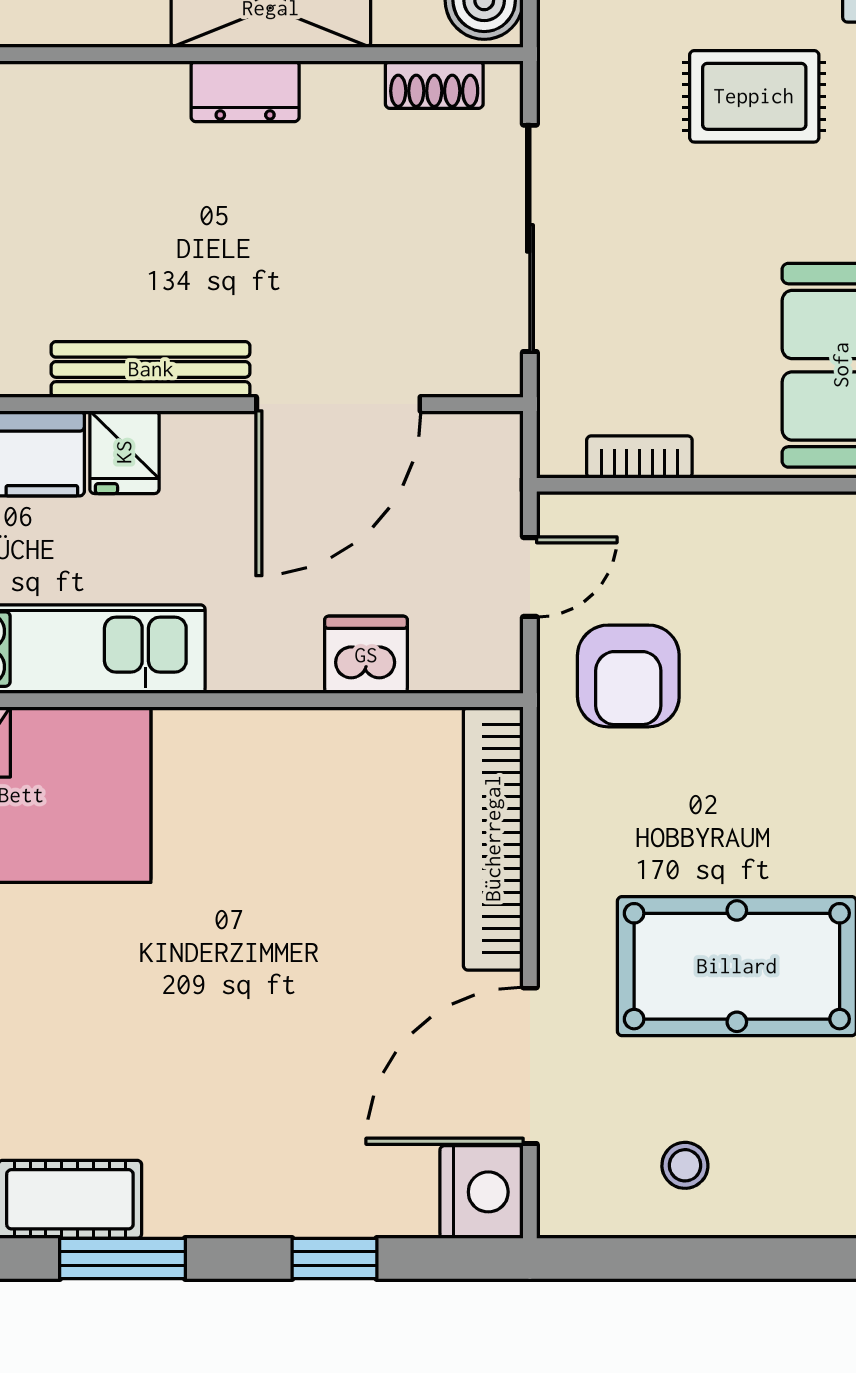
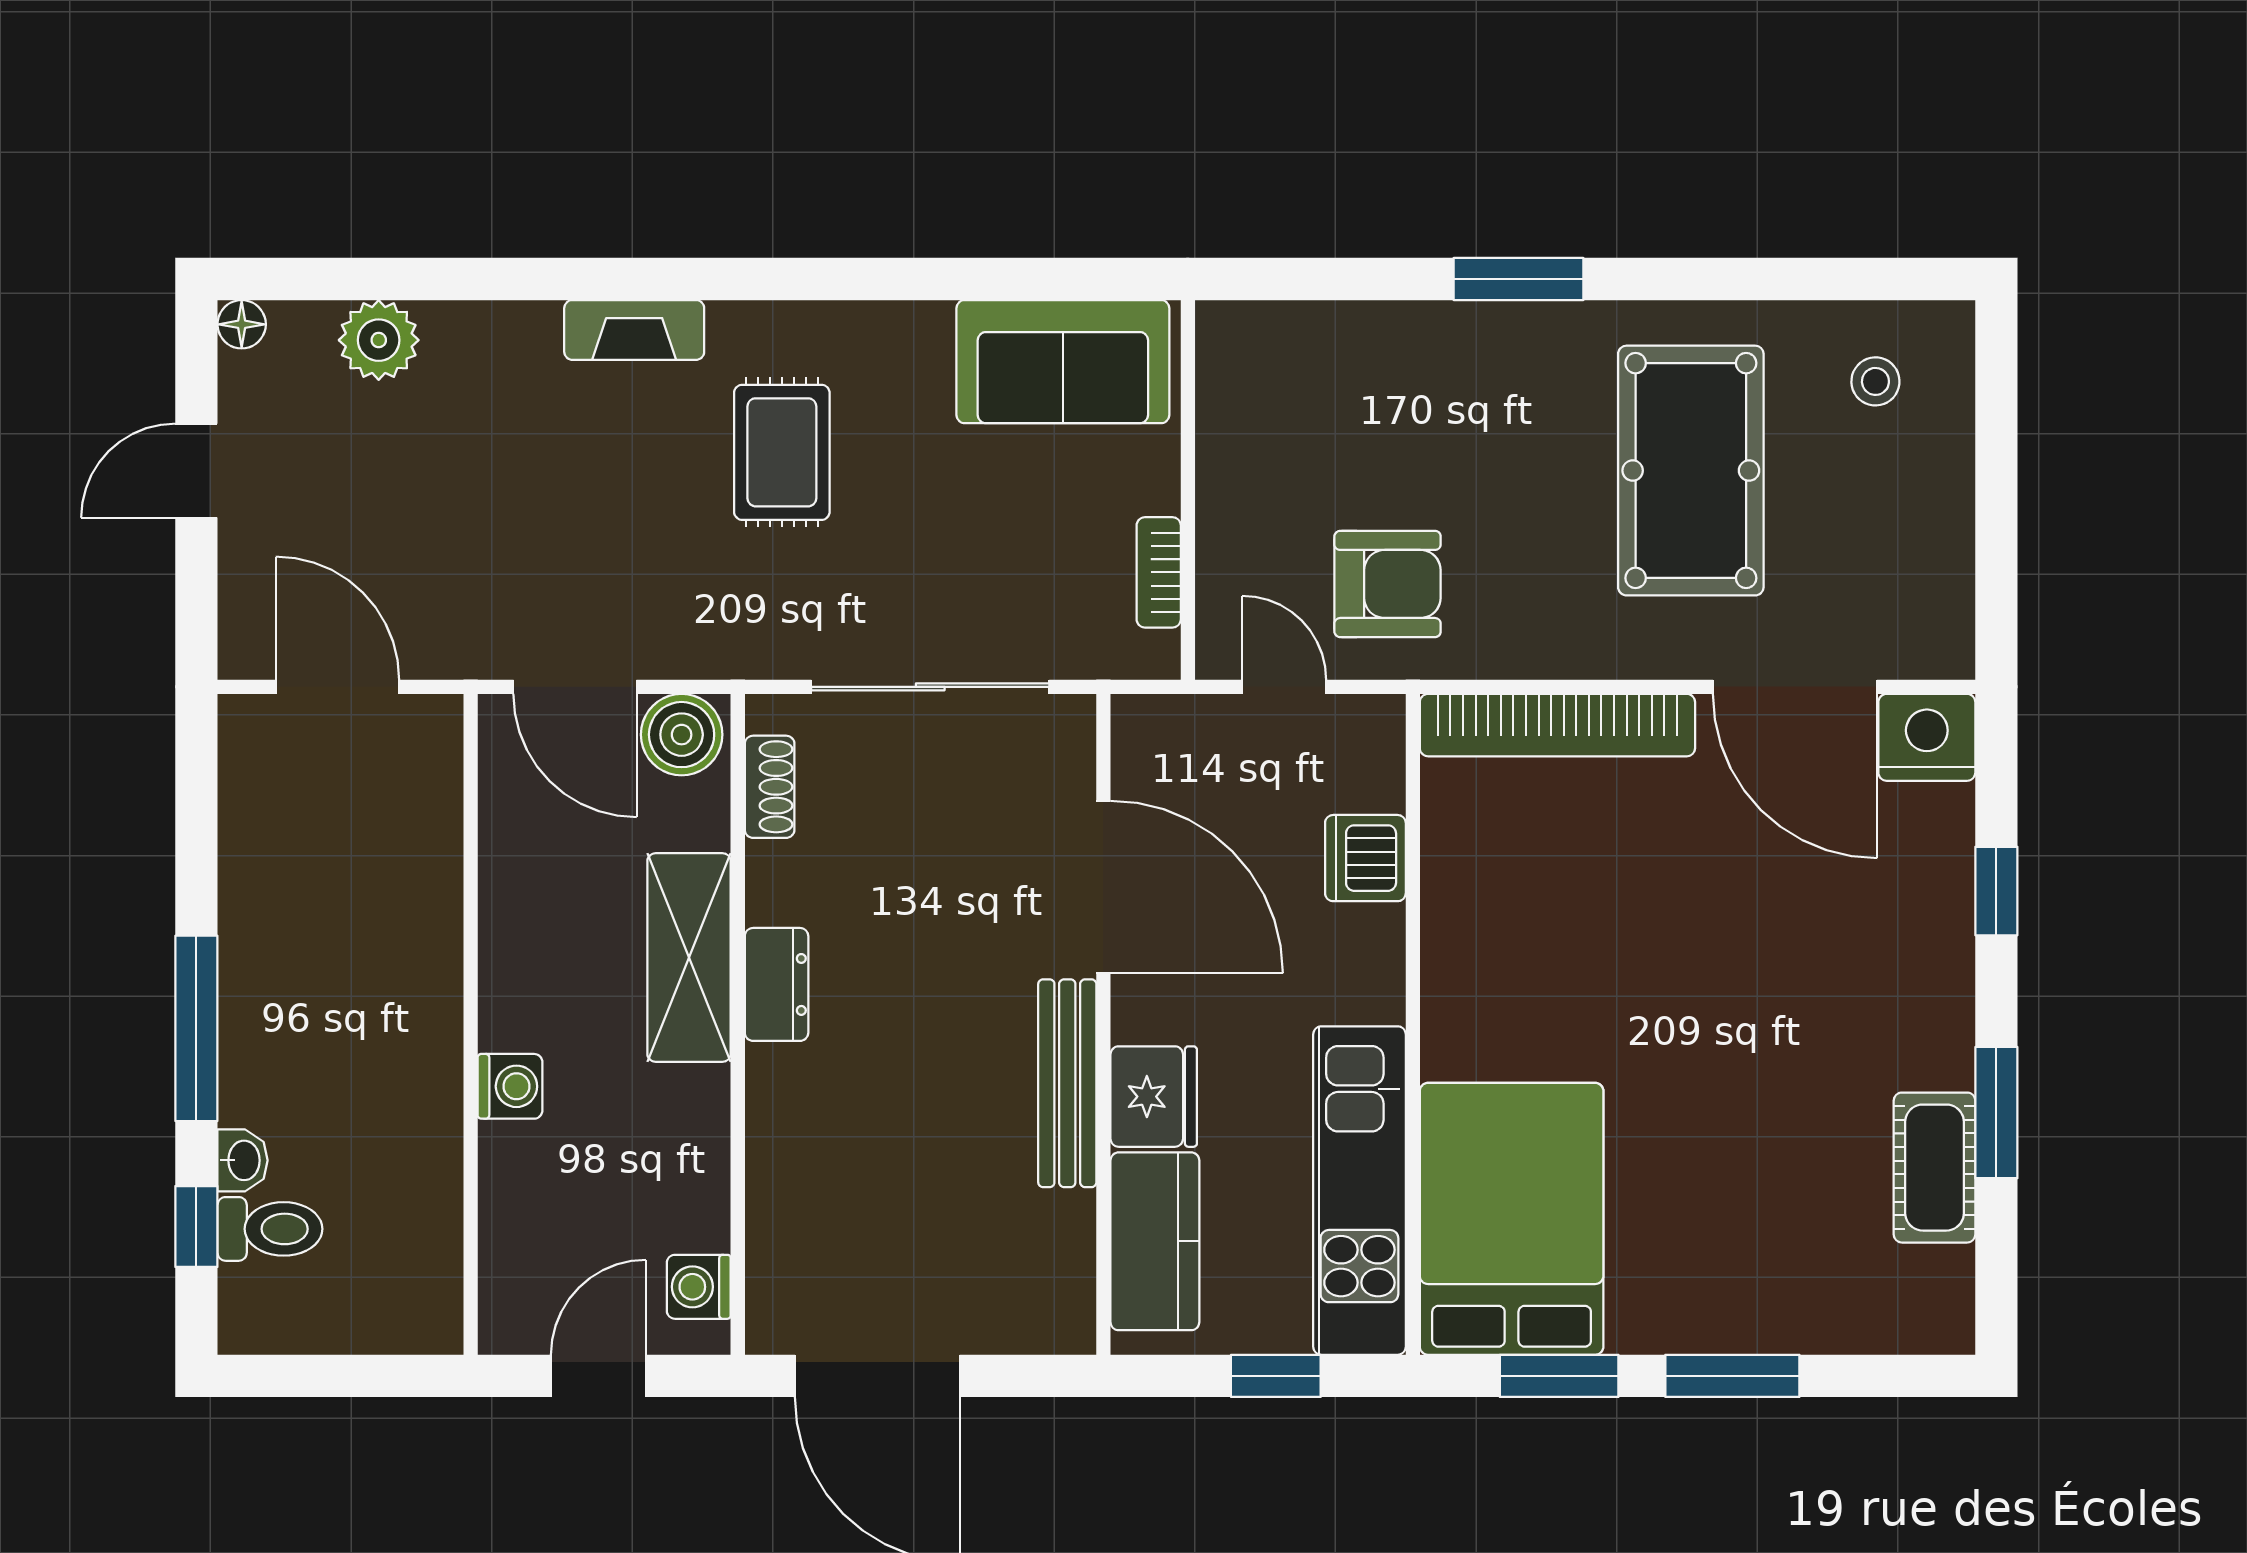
fridge: (124, 452) -> (1154, 1097), width x1.38
stool: (685, 1165) -> (1875, 381), moved

